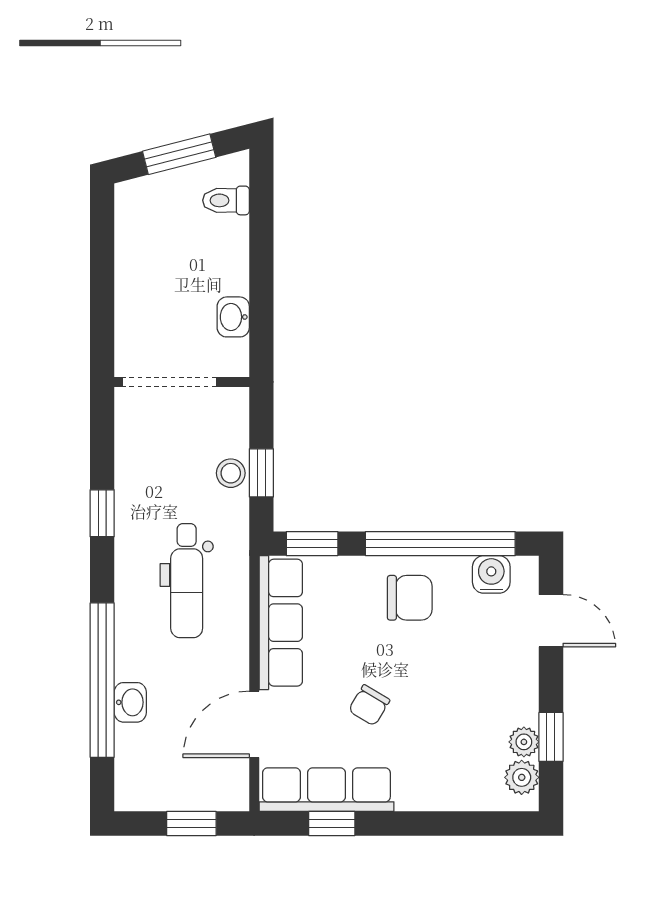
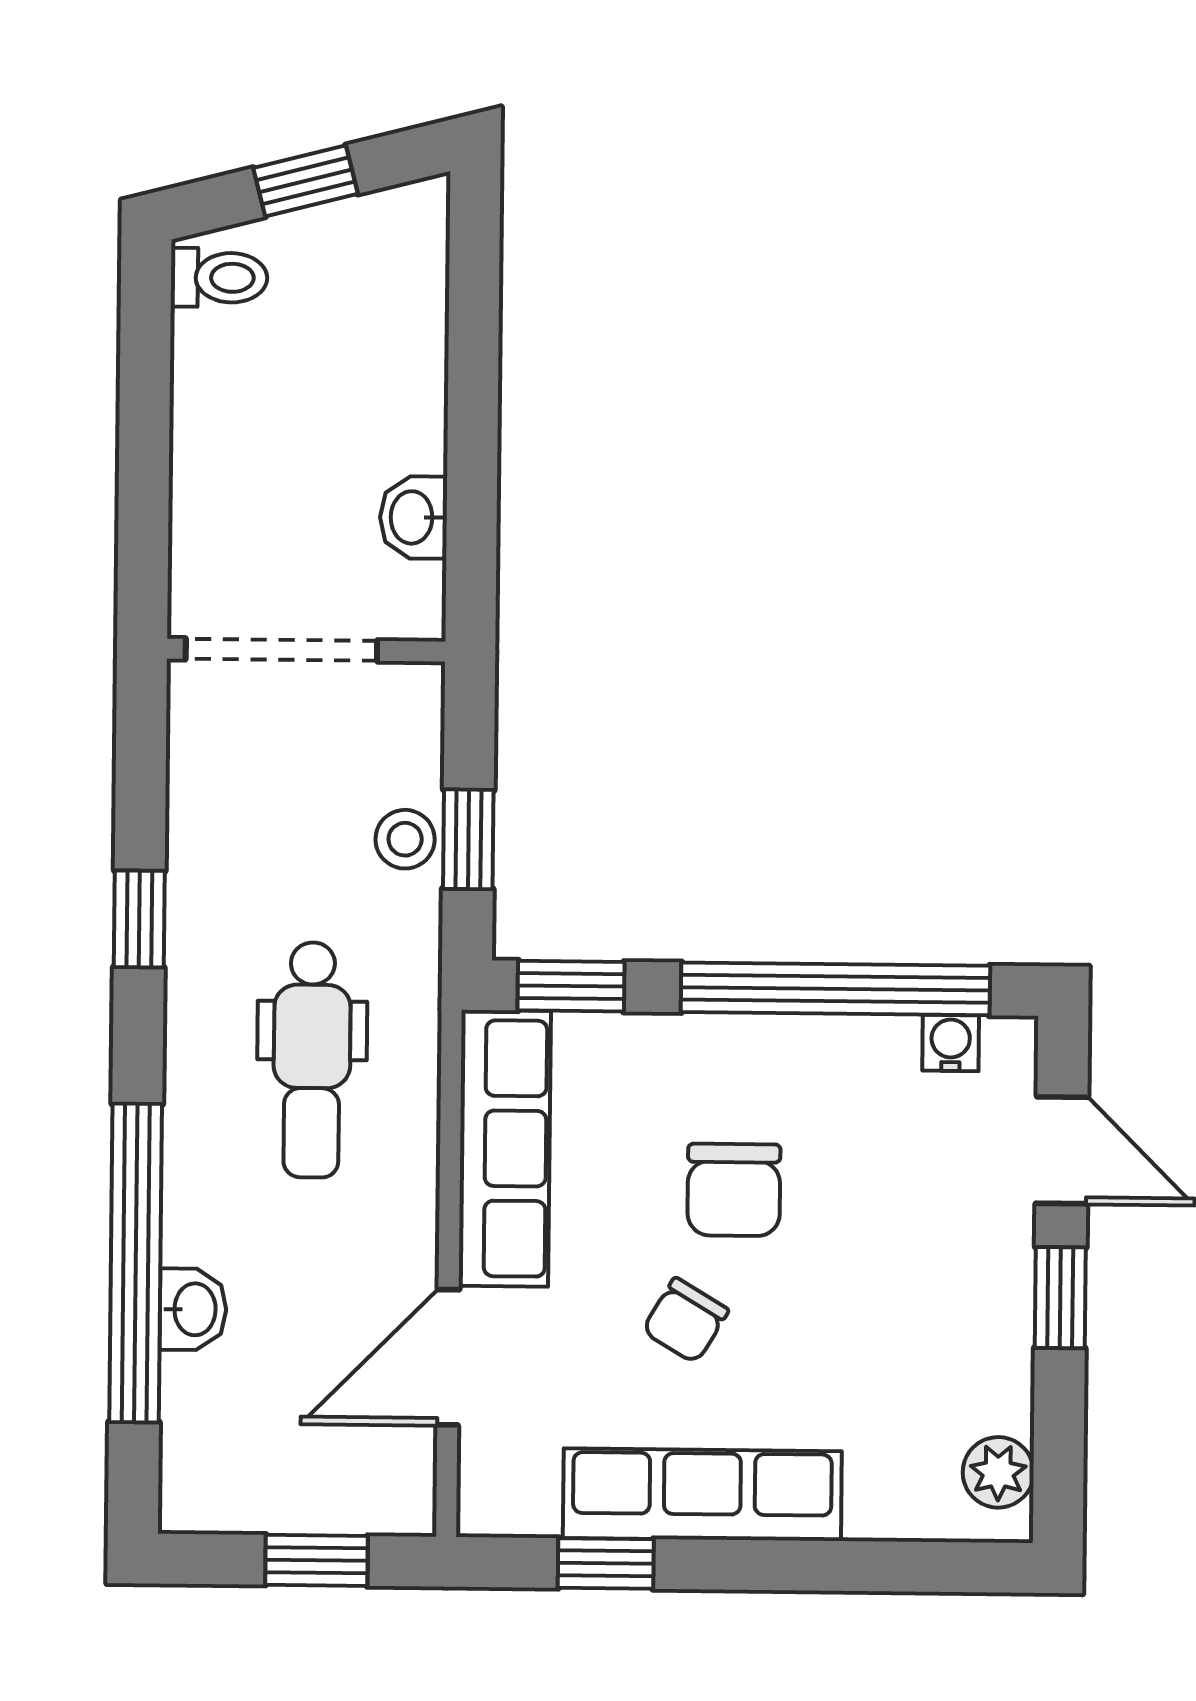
window: (179, 154) -> (305, 181), width x0.67
toilet: (226, 200) -> (219, 278), moved, turned 180
water cooler: (491, 574) -> (951, 1043), width x0.72, depth x0.72
chair: (410, 598) -> (734, 1190), moved, turned 90
window: (551, 737) -> (1060, 1298), moved
plant: (524, 742) -> (1003, 1399), removed
row of seats: (326, 790) -> (702, 1495), moved

